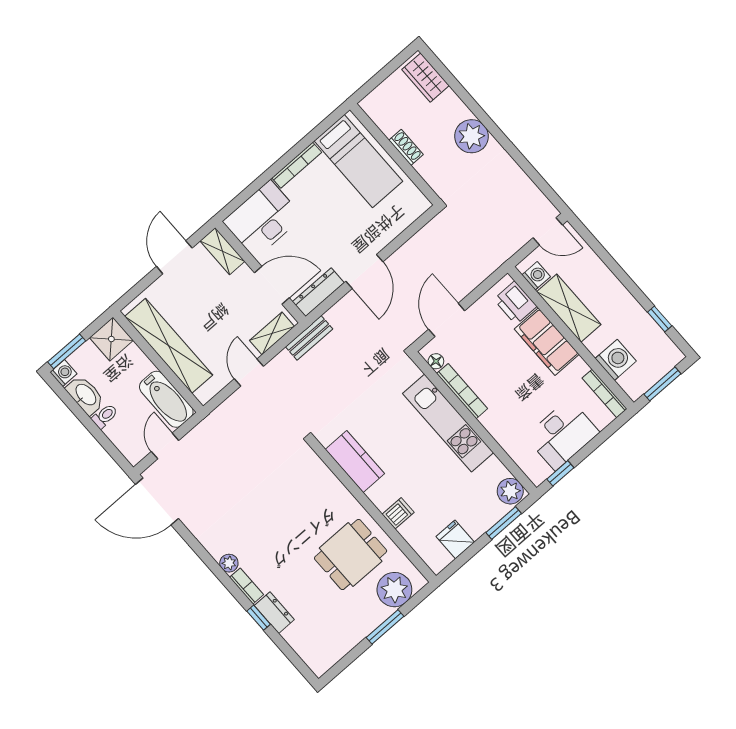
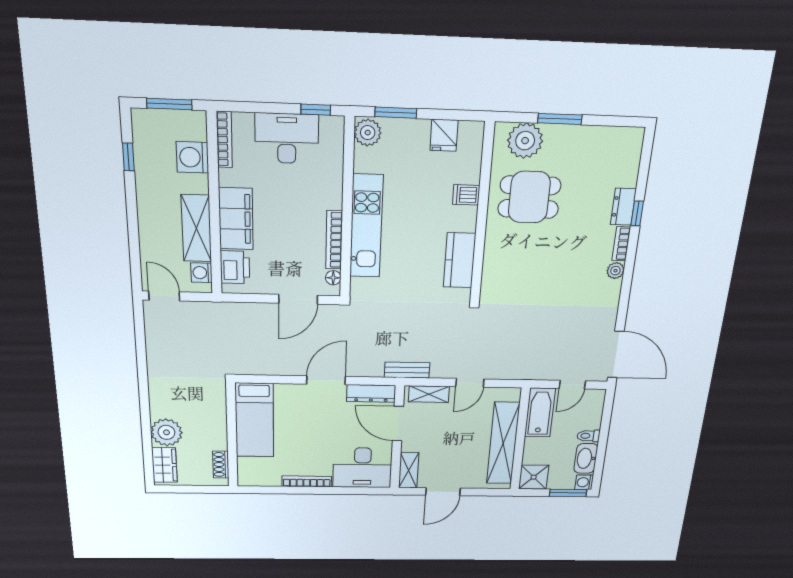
plant: (472, 136) -> (166, 432), moved
shoe rack: (406, 147) -> (221, 465), moved
bed: (358, 161) -> (255, 420), moved, turned 180

